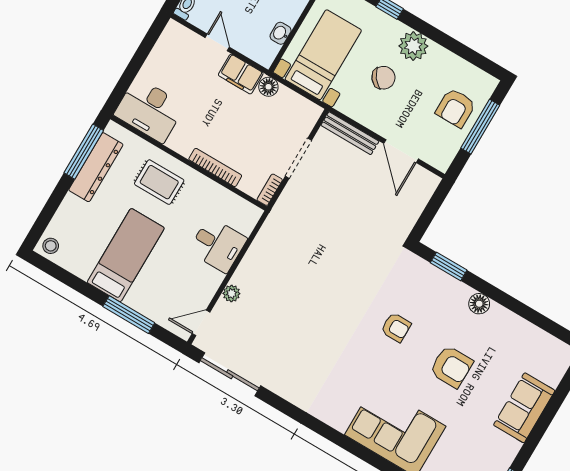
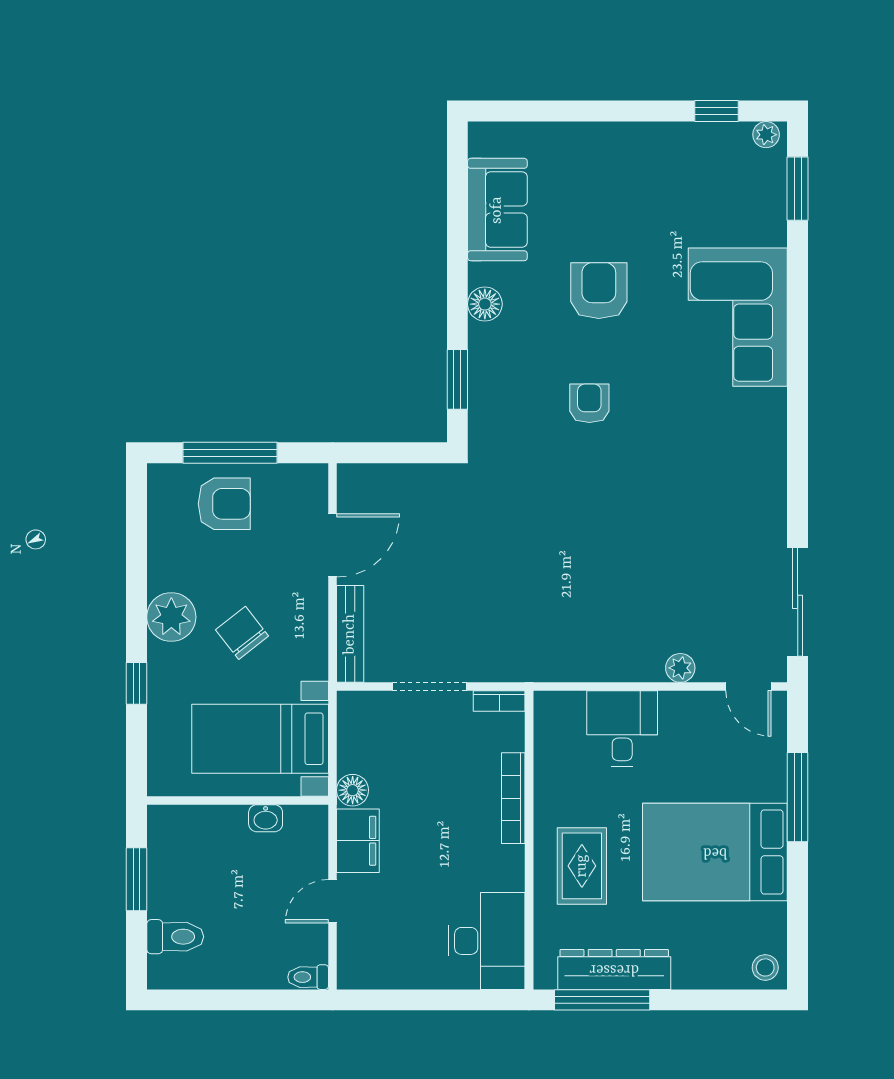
bed: (126, 255) -> (715, 852), width x1.50
sofa: (524, 408) -> (497, 210), moved, turned -90

